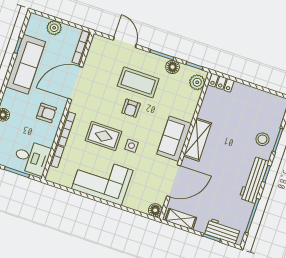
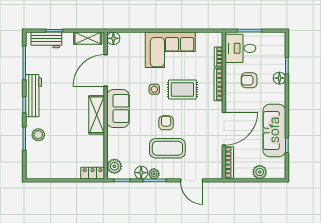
plant: (160, 61) -> (154, 174), added
armchair: (46, 113) -> (249, 80), moved

